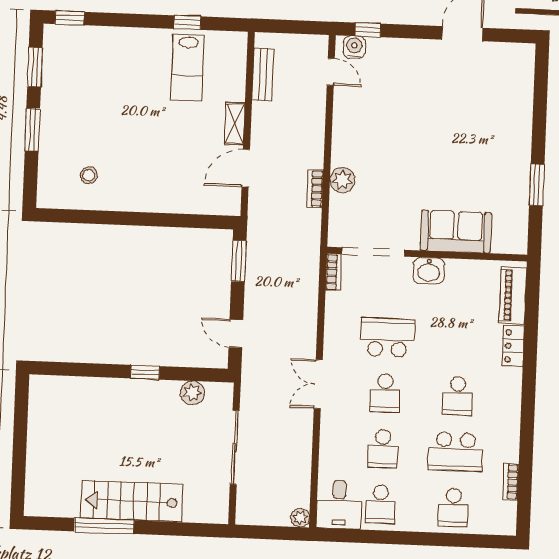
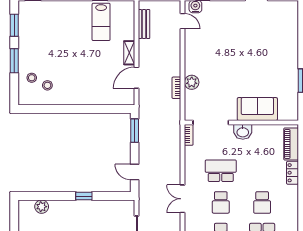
stool: (62, 161) -> (32, 78), added
plant: (192, 393) -> (42, 207), moved

